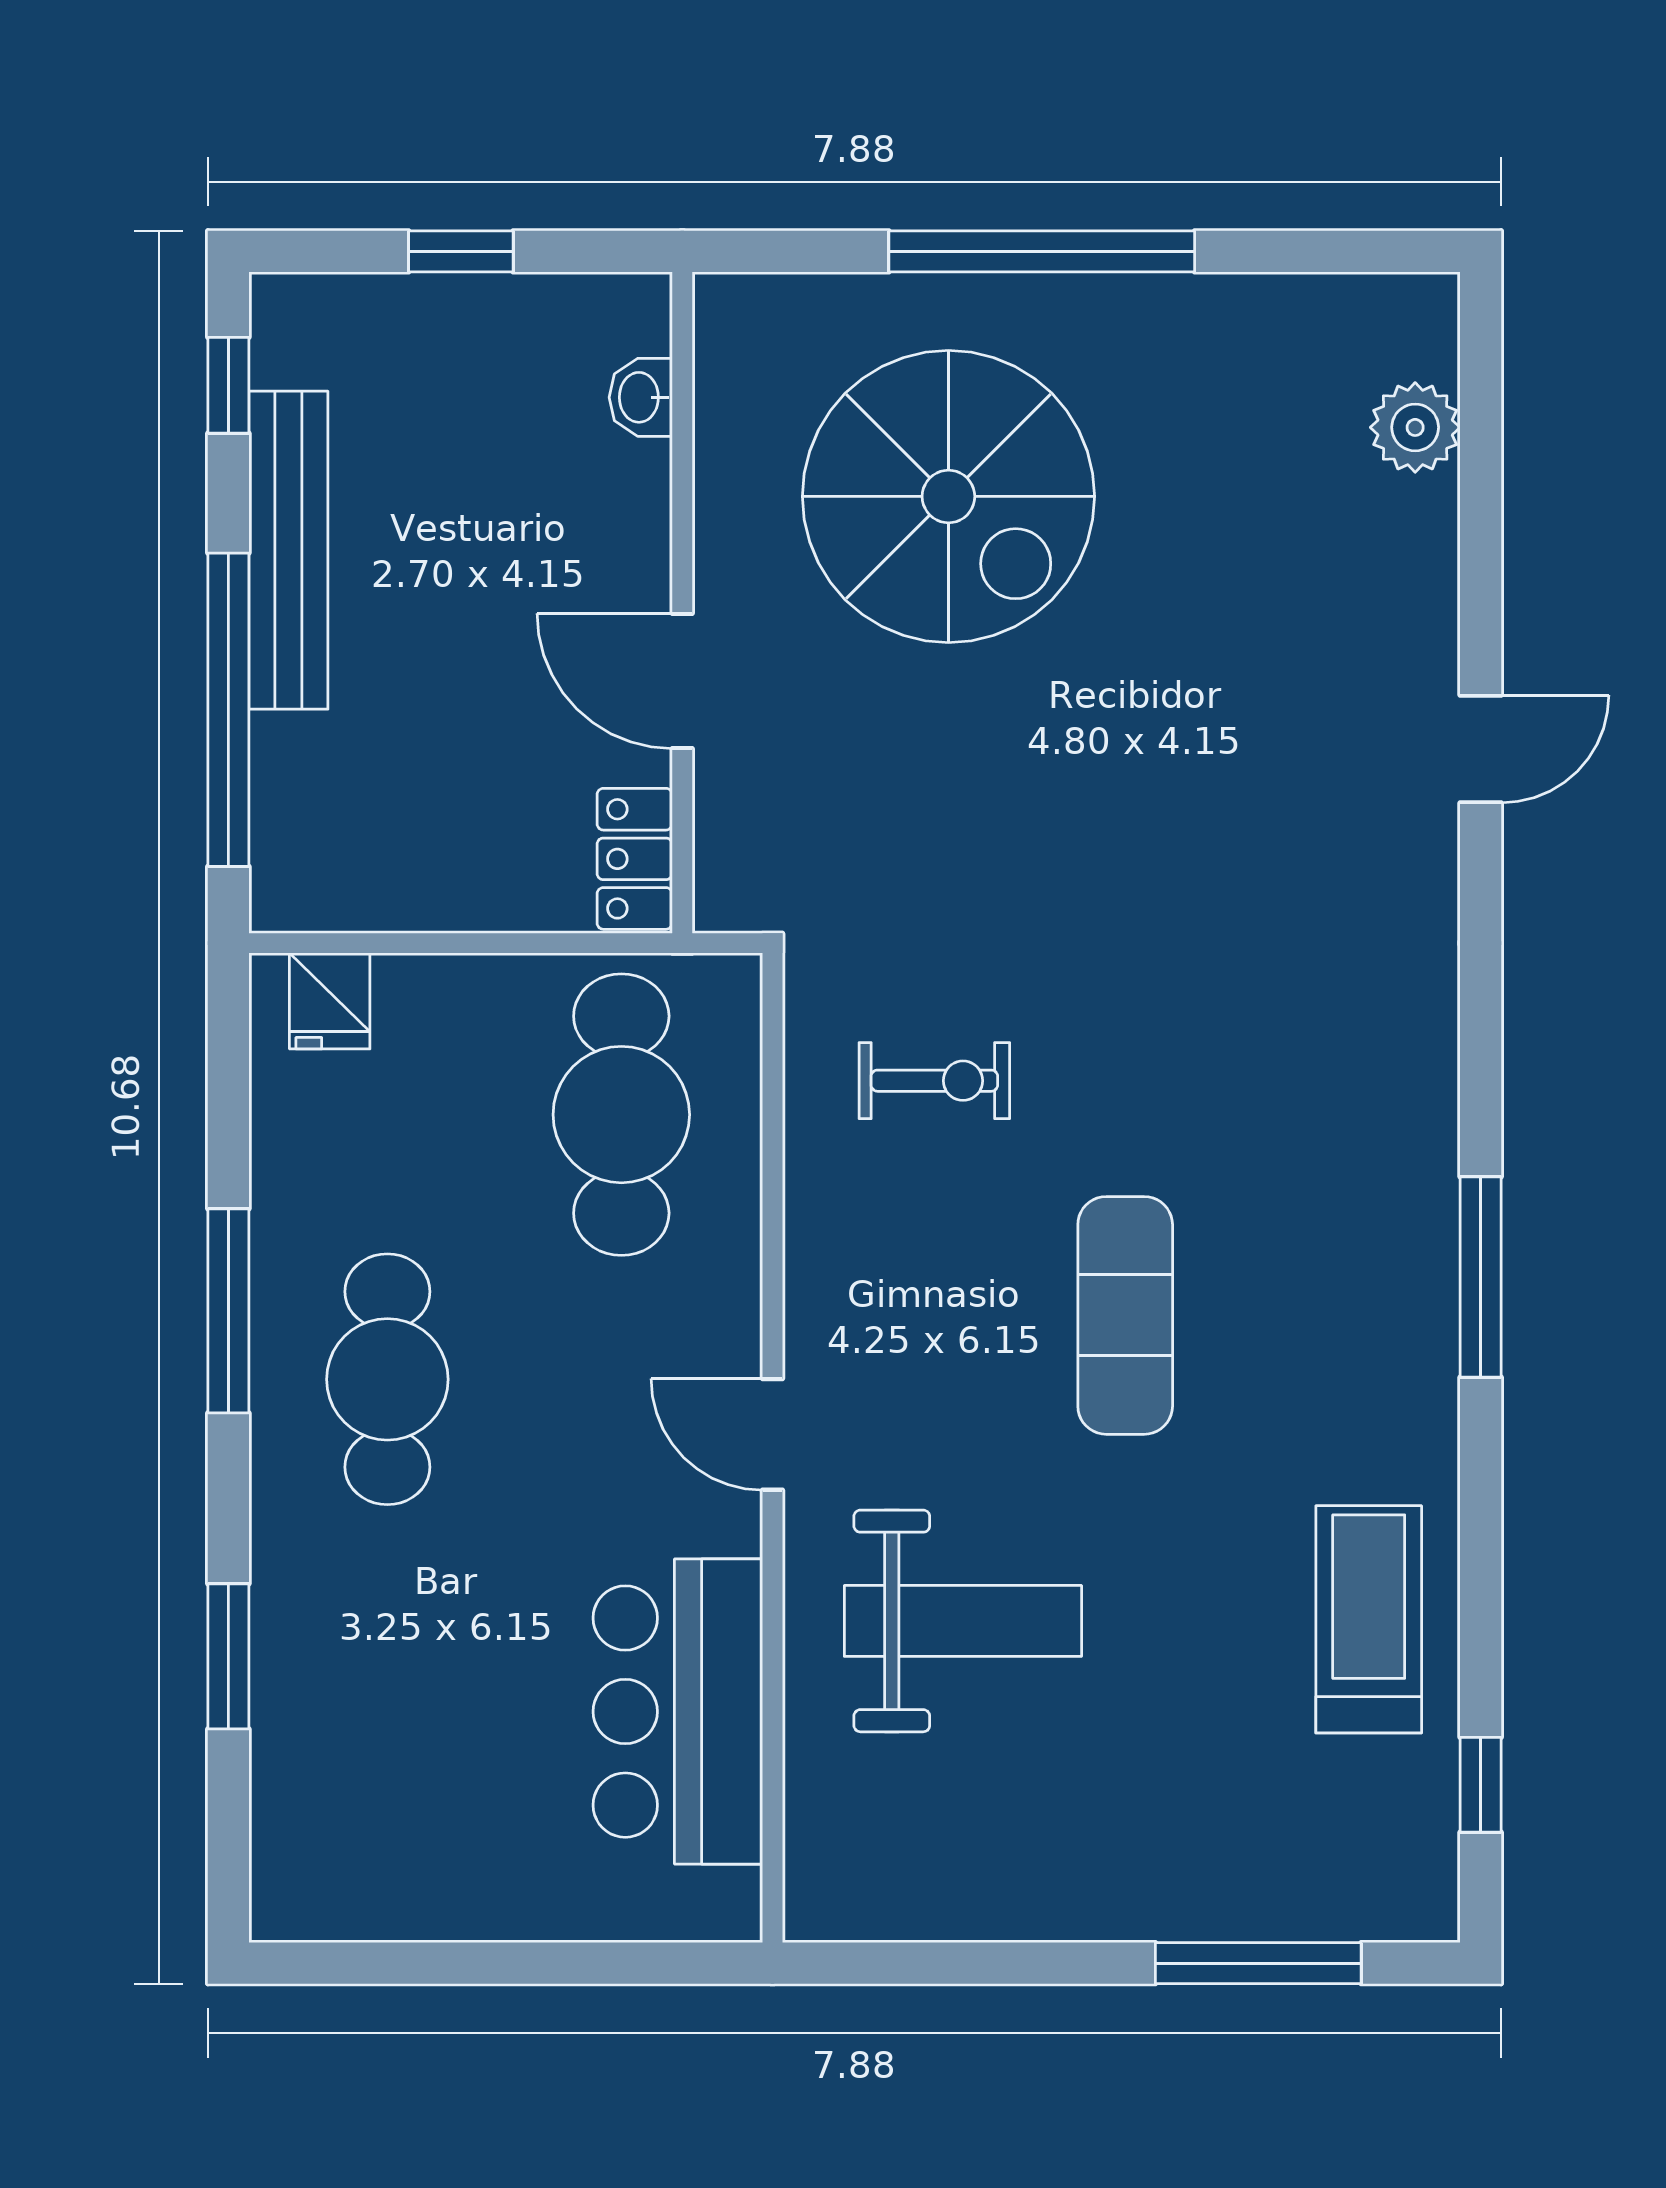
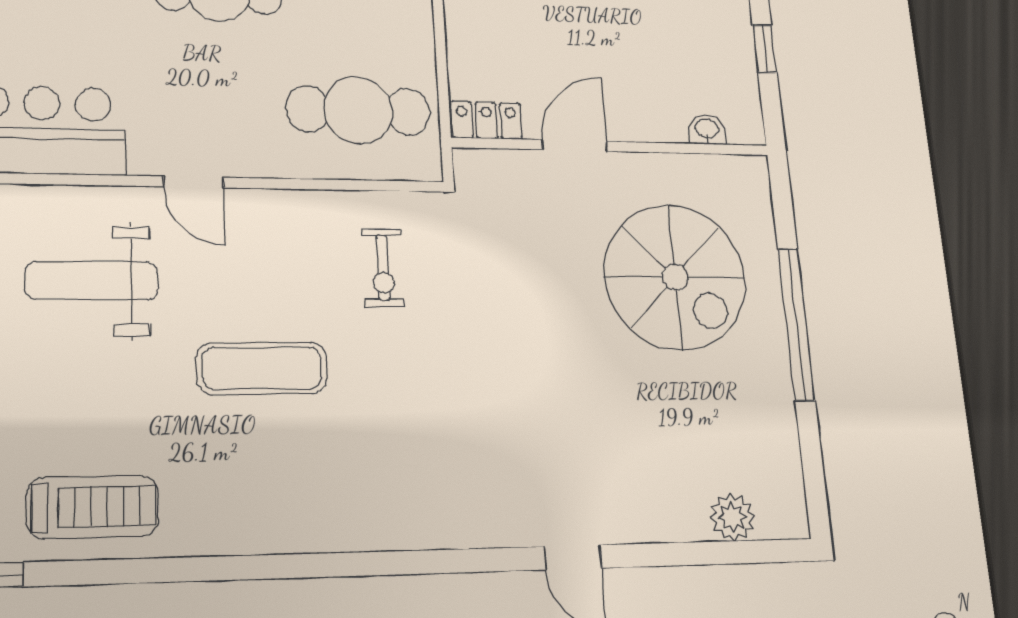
spiral stairs: (948, 496) -> (675, 277), turned -90
window: (1481, 1277) -> (289, 566), removed
door: (772, 1434) -> (193, 182), swing flipped
weight bench: (963, 1621) -> (92, 281), turned 90

